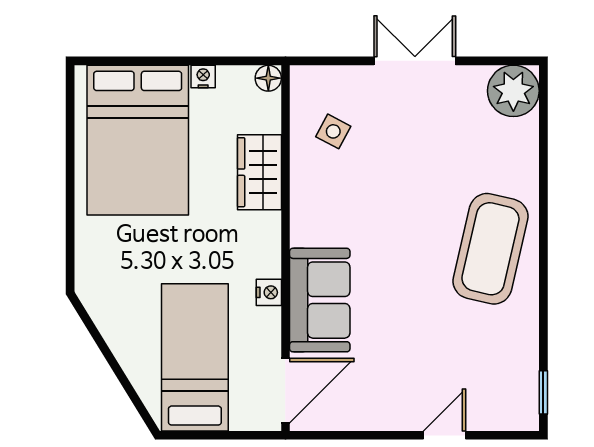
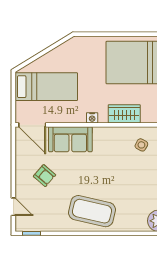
nightstand: (269, 292) -> (92, 118), moved
armchair: (406, 361) -> (44, 176), added
door: (445, 435) -> (13, 207), moved

